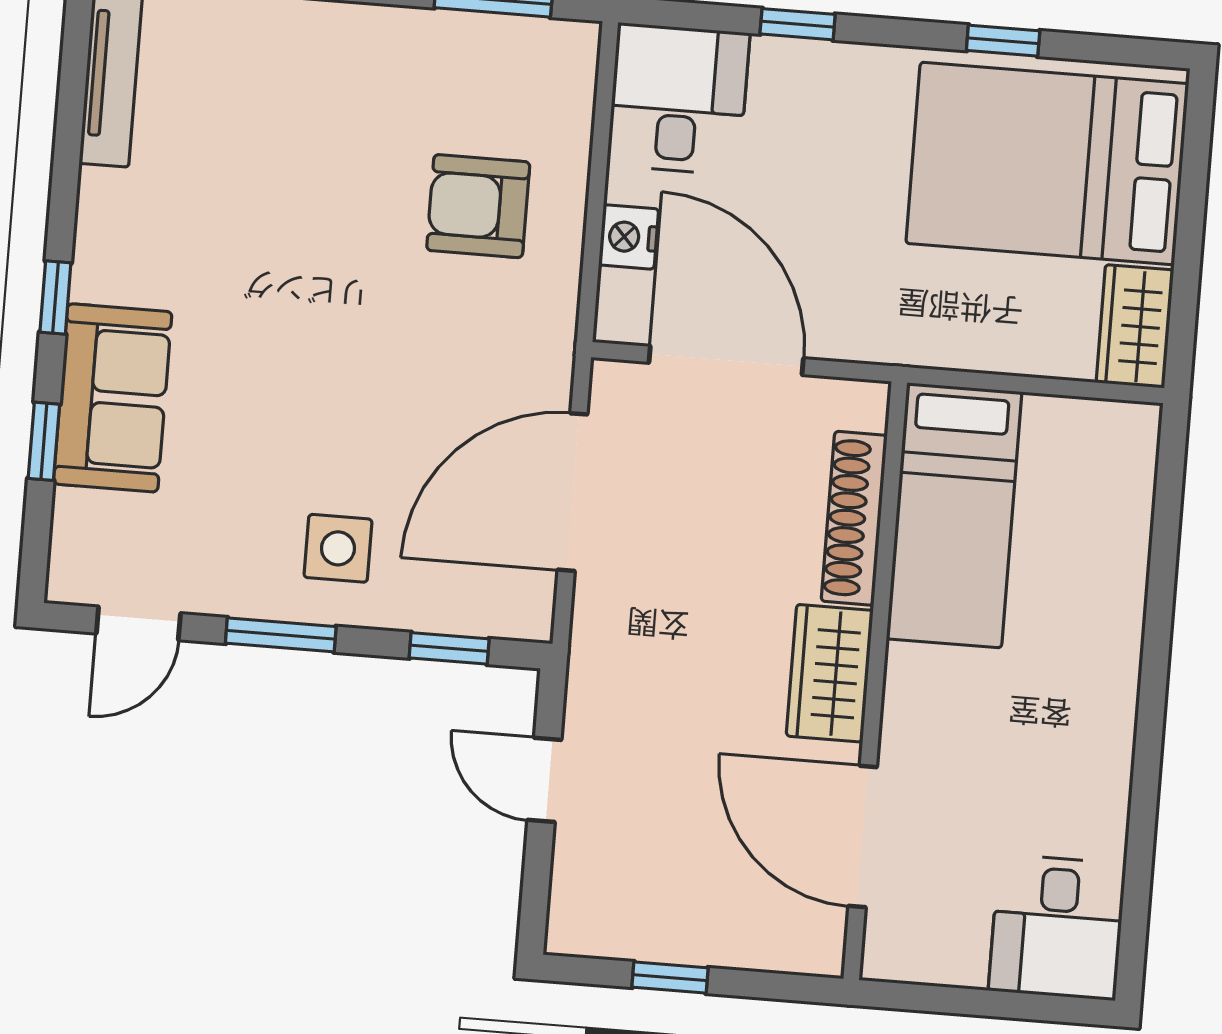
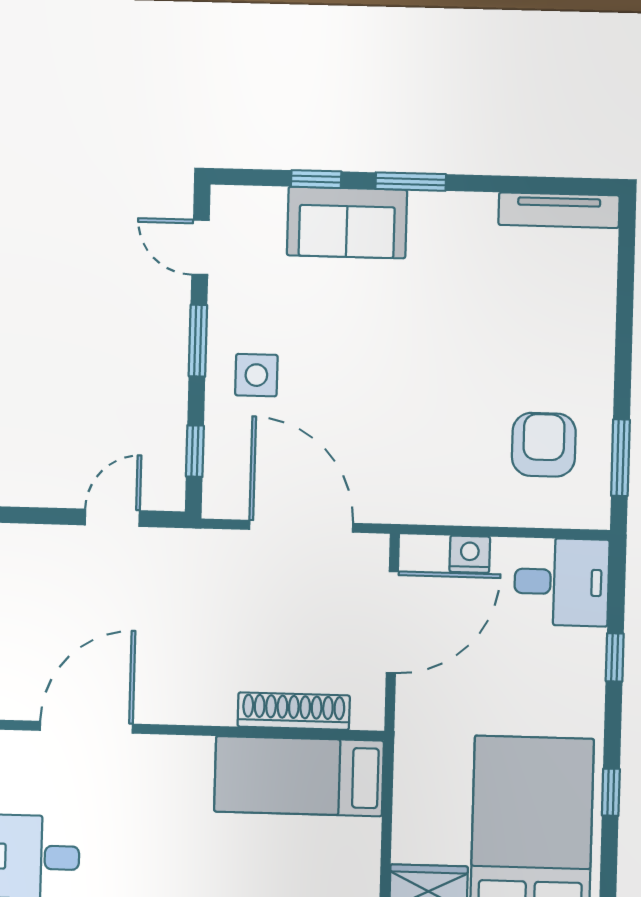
armchair: (478, 206) -> (544, 445), moved
window: (55, 297) -> (411, 182), width x1.50
wardrobe: (830, 673) -> (192, 700), removed

